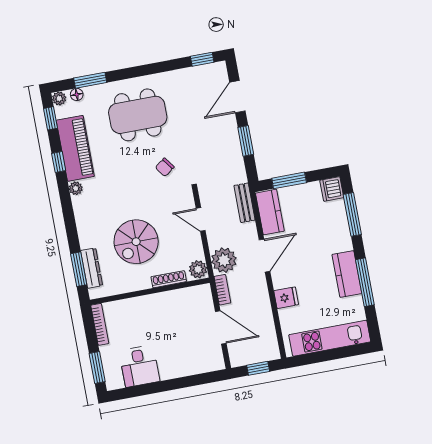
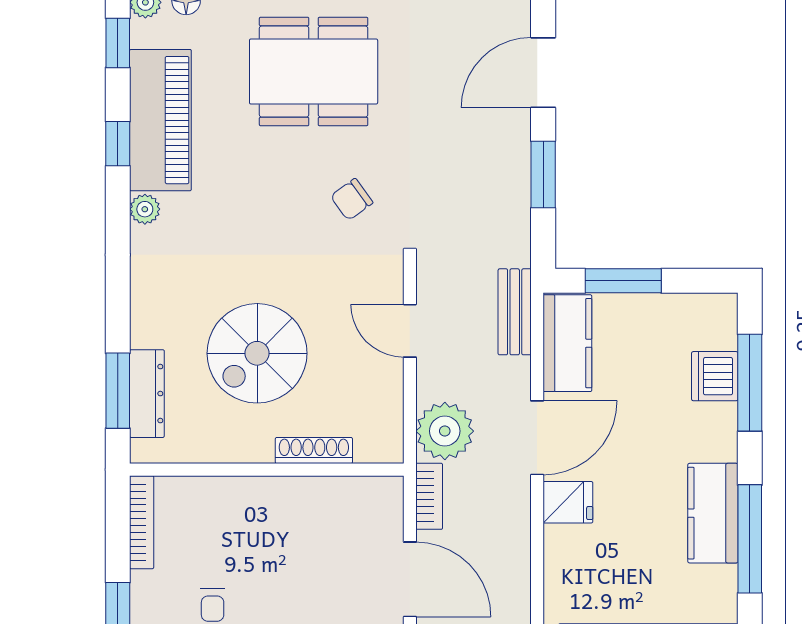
dishwasher: (332, 189) -> (715, 376), moved
plant: (198, 269) -> (383, 441), removed
fridge: (286, 298) -> (568, 502), moved

